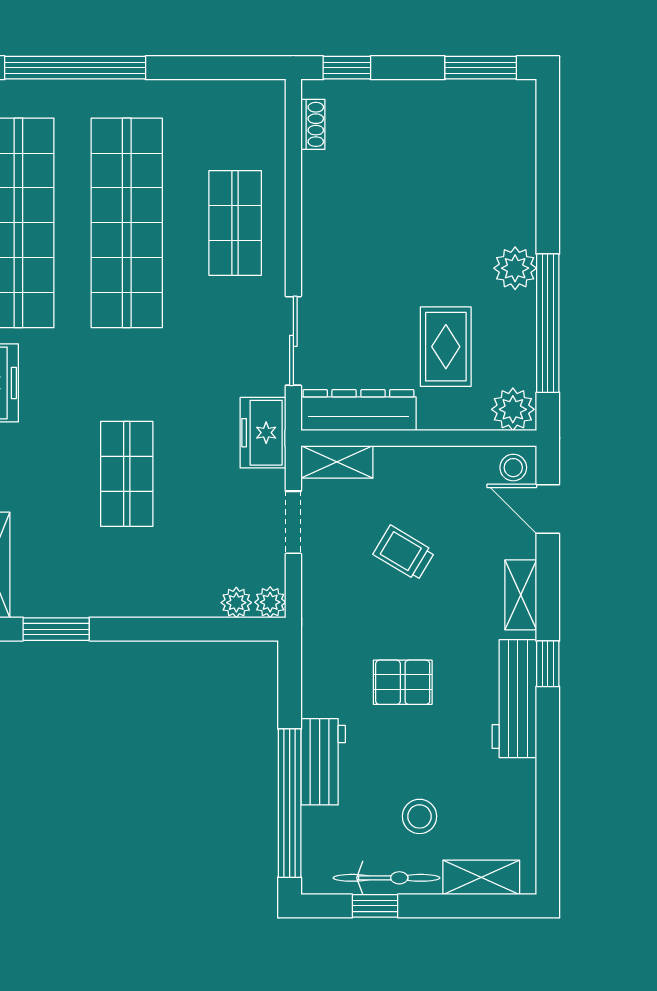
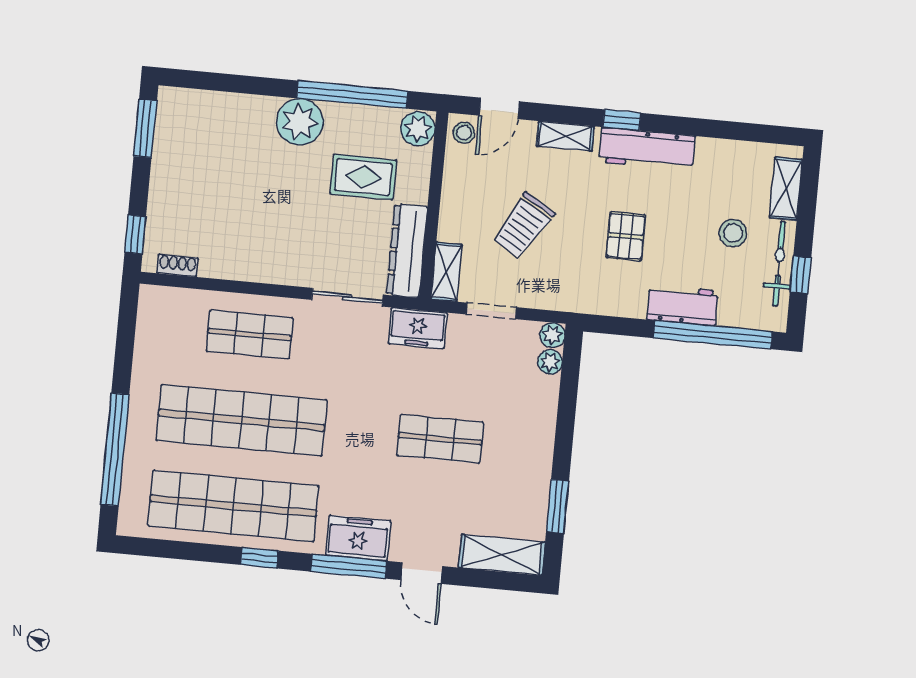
plant: (515, 268) -> (300, 122), width x1.36, depth x1.36
trolley: (404, 553) -> (523, 226), width x1.36, depth x1.39

